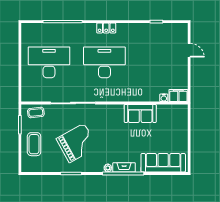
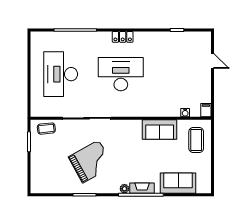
desk: (49, 62) -> (61, 74), turned -90
filing cabinet: (178, 96) -> (206, 110), width x0.50
coffee table: (34, 144) -> (196, 140), moved
sofa: (163, 163) -> (178, 183), width x0.73

